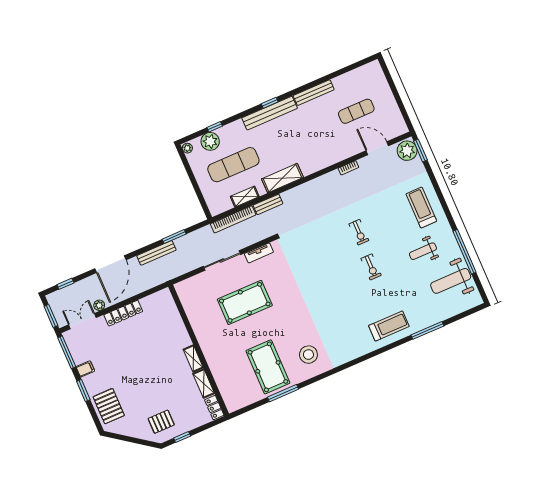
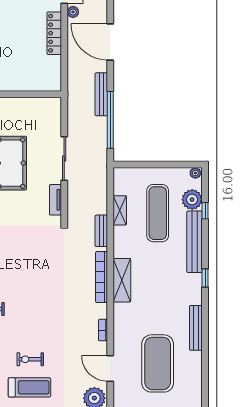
exercise mat: (356, 111) -> (158, 363), width x2.00, depth x1.45
bench: (270, 113) -> (195, 242), moved
door: (377, 148) -> (110, 368), swing flipped
shelving: (282, 178) -> (122, 280), moved
bookcase: (233, 219) -> (101, 277), moved
exercise bike: (359, 232) -> (30, 359), moved
window: (174, 237) -> (110, 120), width x2.11

